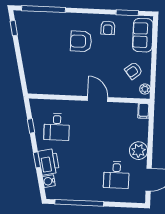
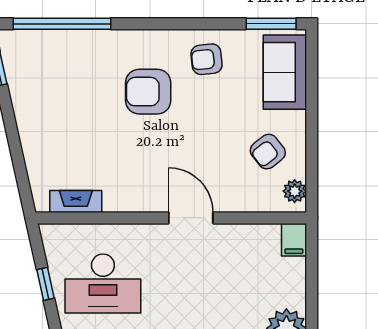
window: (127, 13) -> (271, 24), moved
armchair: (108, 28) -> (207, 59), turned 84
fireplace: (46, 89) -> (76, 201), added
desk: (57, 127) -> (103, 284), width x1.37

